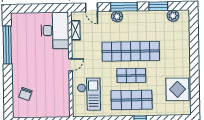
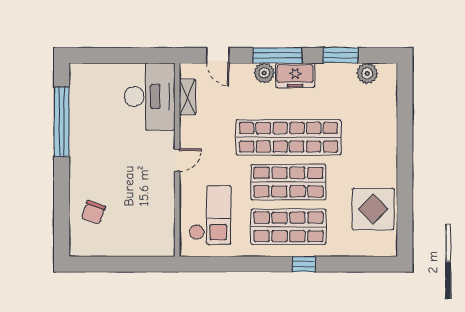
freezer: (134, 17) -> (295, 75), added
shop shelf: (131, 76) -> (288, 182), width x1.43, depth x1.36

